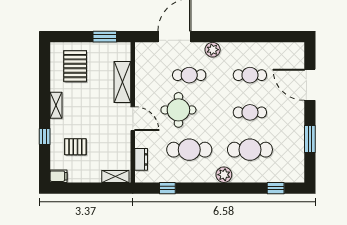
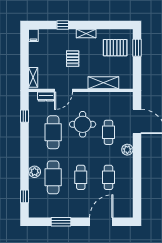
window: (105, 37) -> (137, 48), moved
door: (133, 119) -> (63, 90), moved
pallet: (75, 147) -> (73, 59), moved
plant: (224, 175) -> (35, 172), moved

